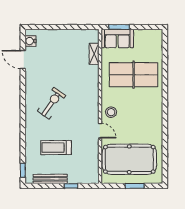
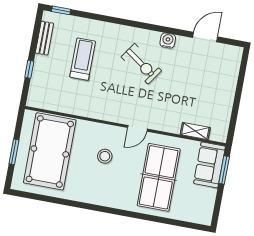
water cooler: (30, 41) -> (168, 41), moved
stool: (111, 112) -> (105, 156), moved
door: (100, 131) -> (137, 128), moved
bench: (50, 179) -> (44, 38), width x0.73

